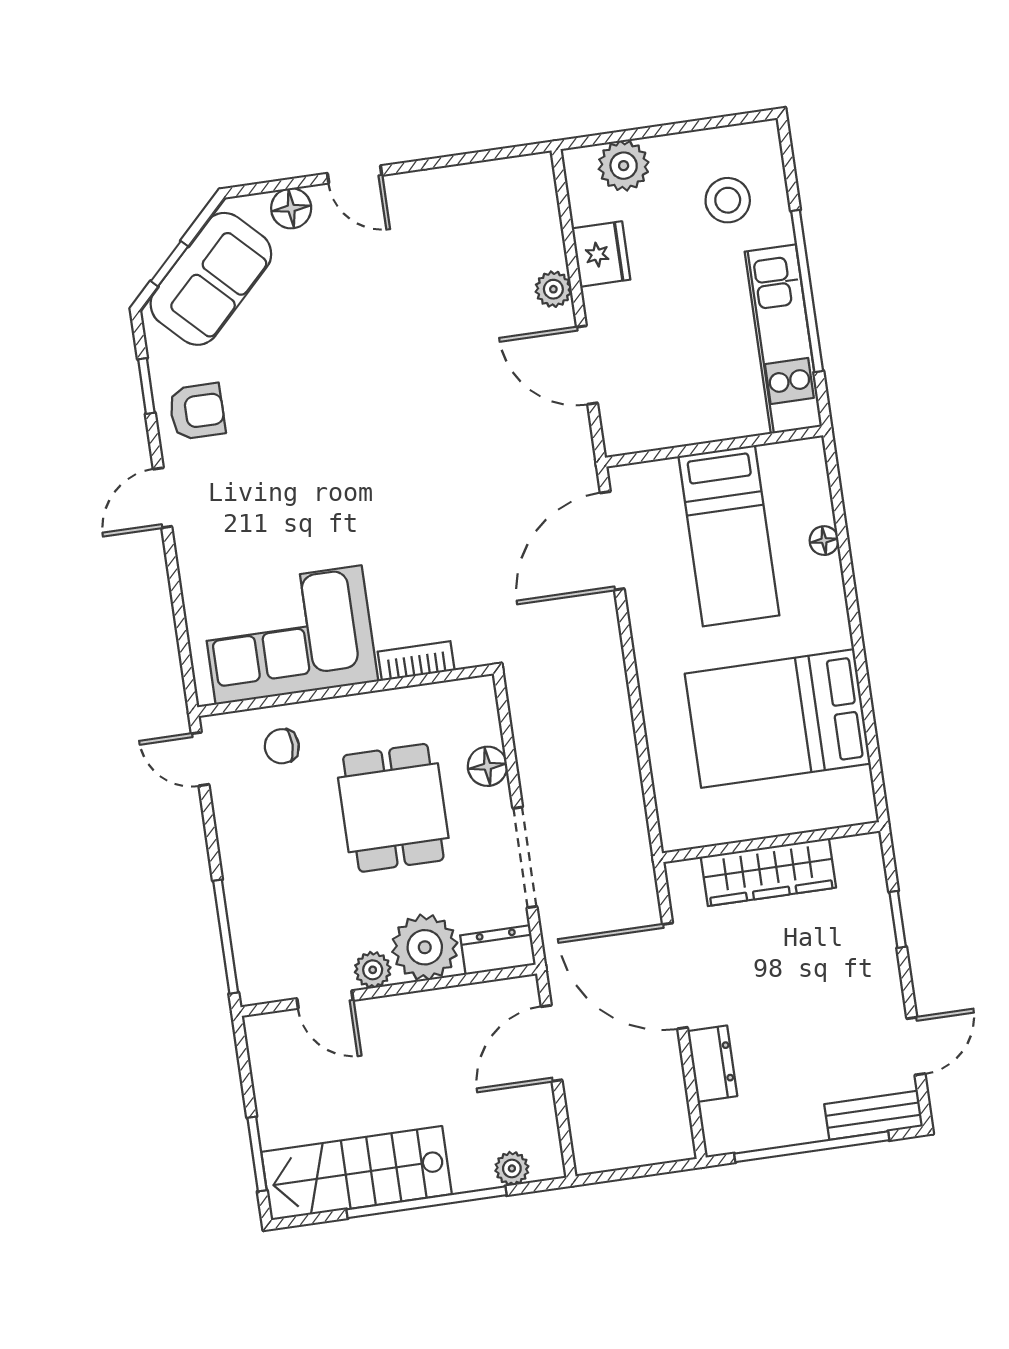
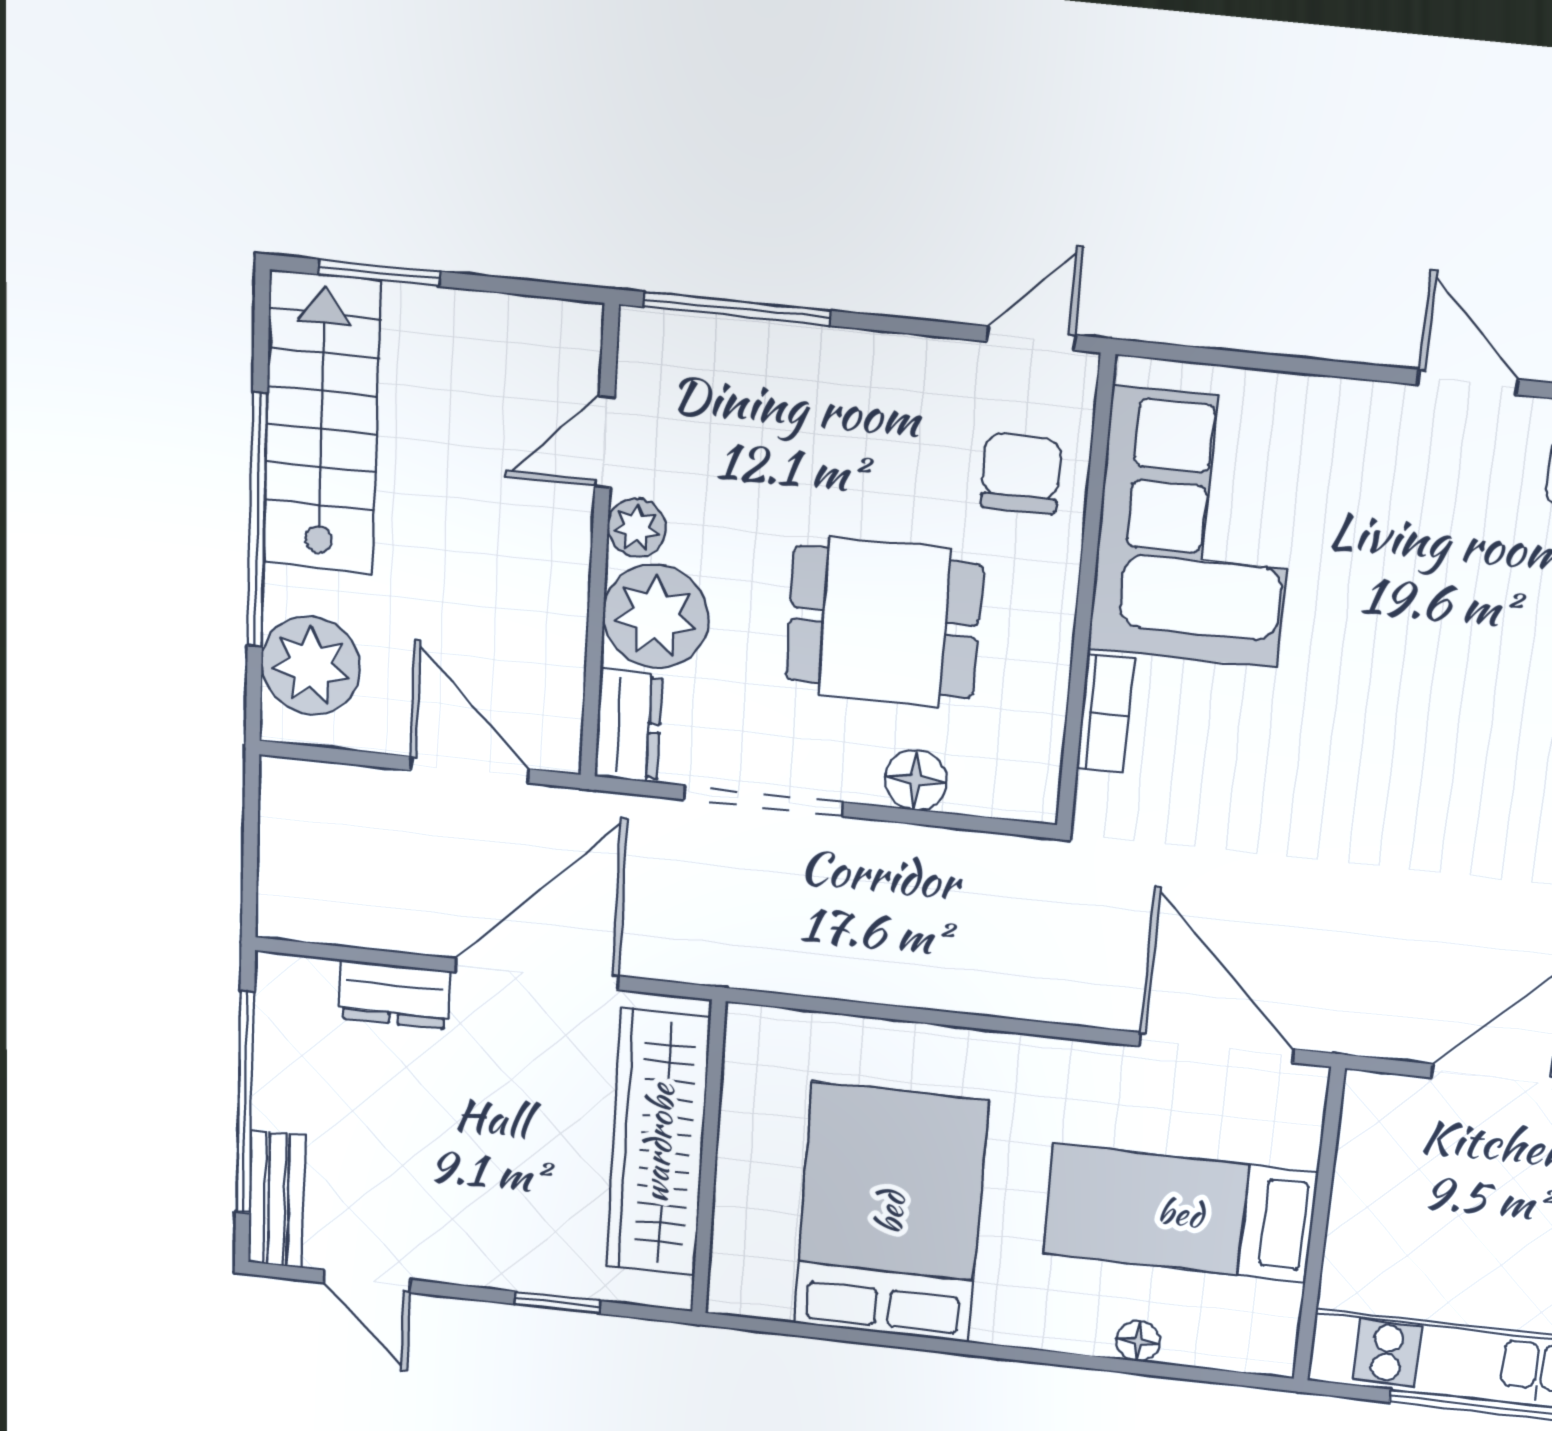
chair: (282, 746) -> (1021, 473), width x1.37, depth x1.37
wardrobe: (768, 872) -> (658, 1143), width x1.40, depth x1.17
plant: (512, 1168) -> (311, 665), width x1.88, depth x1.88

